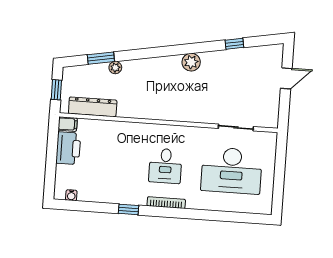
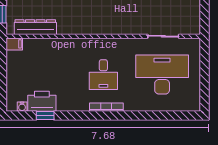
printer: (68, 148) -> (42, 101), moved, turned -90
desk: (232, 171) -> (162, 75), turned 180
window: (128, 209) -> (45, 115), moved

